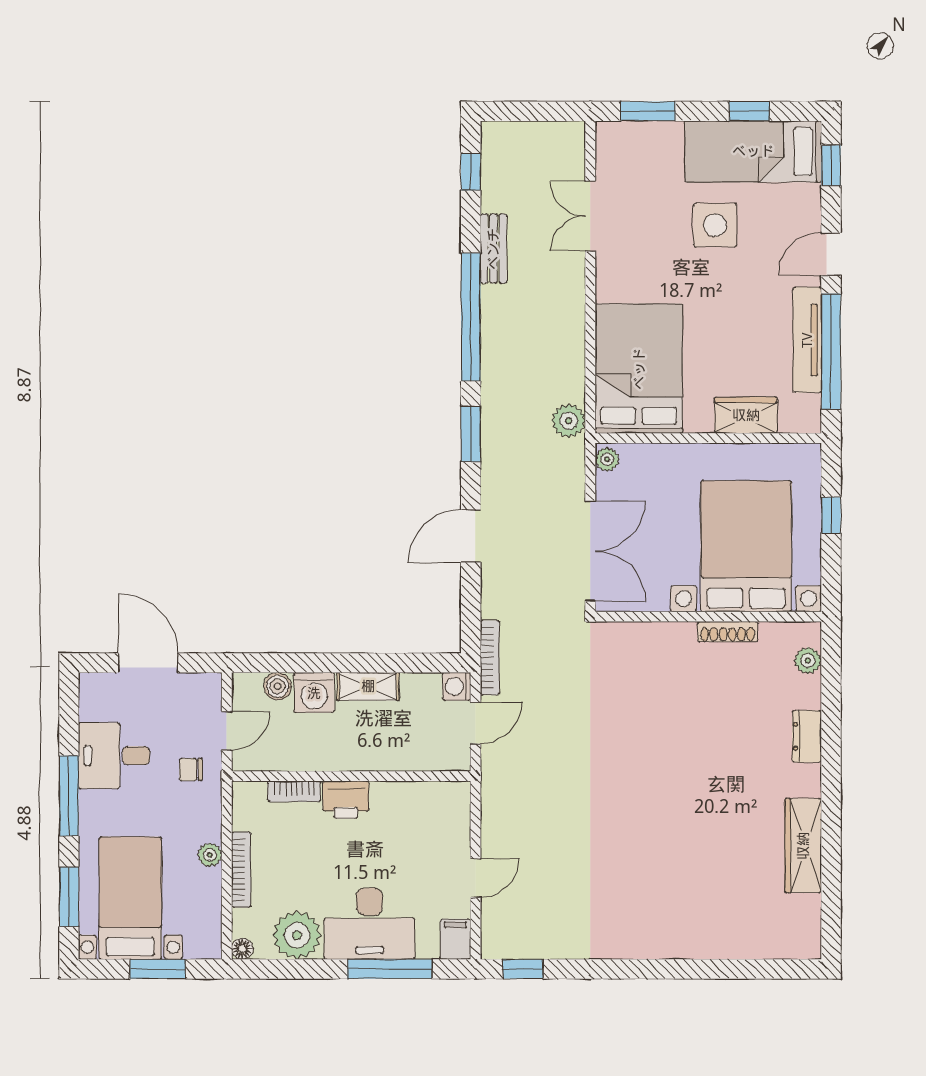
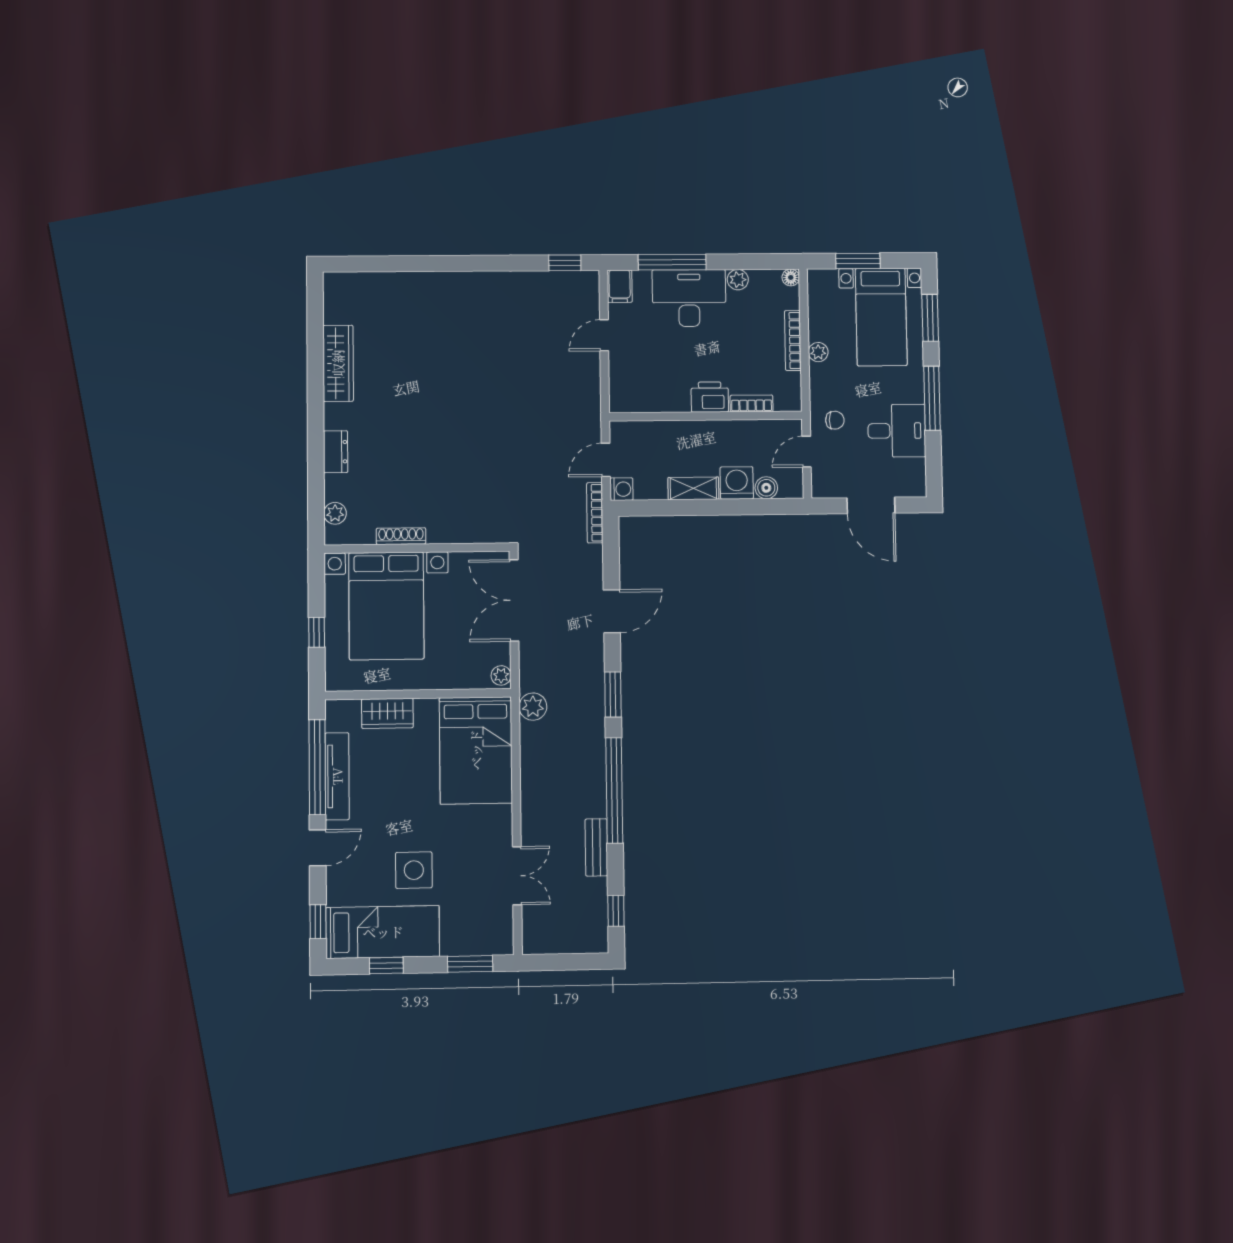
plant: (297, 935) -> (738, 280), width x0.53, depth x0.53

